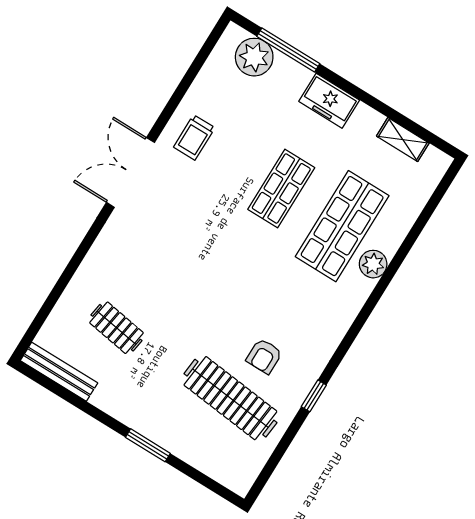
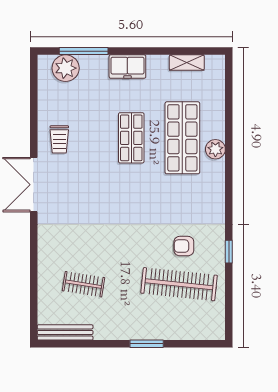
armchair: (264, 356) -> (184, 246), turned 90

